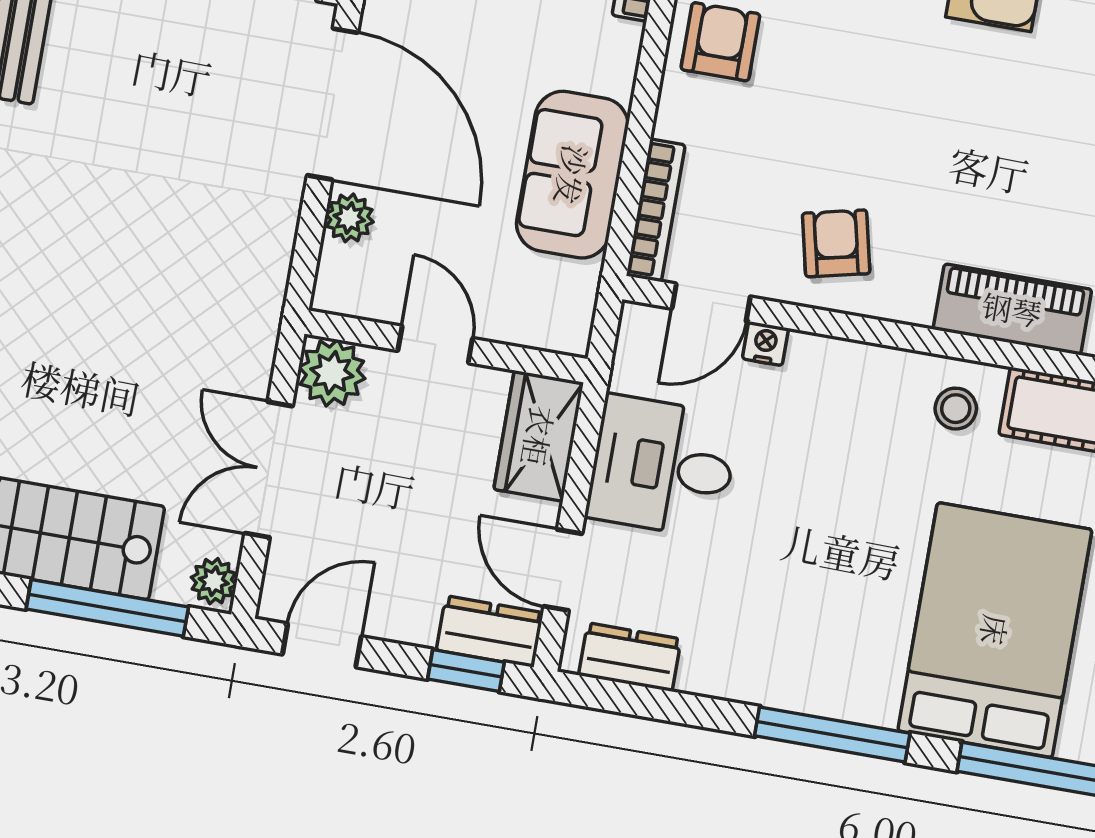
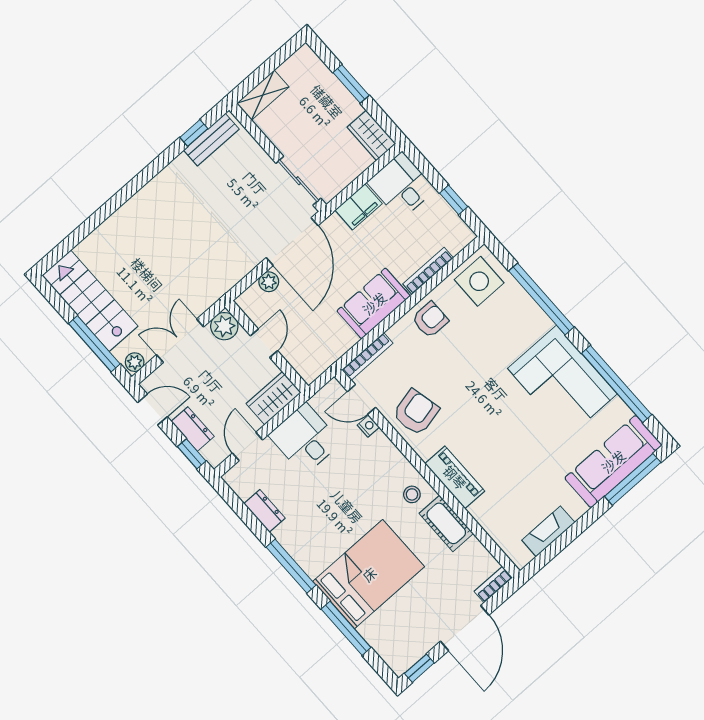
sofa: (572, 175) -> (374, 303), moved
armchair: (836, 243) -> (416, 412), width x1.38, depth x1.38
dresser: (490, 631) -> (193, 429), moved
dresser: (630, 657) -> (265, 511), moved

